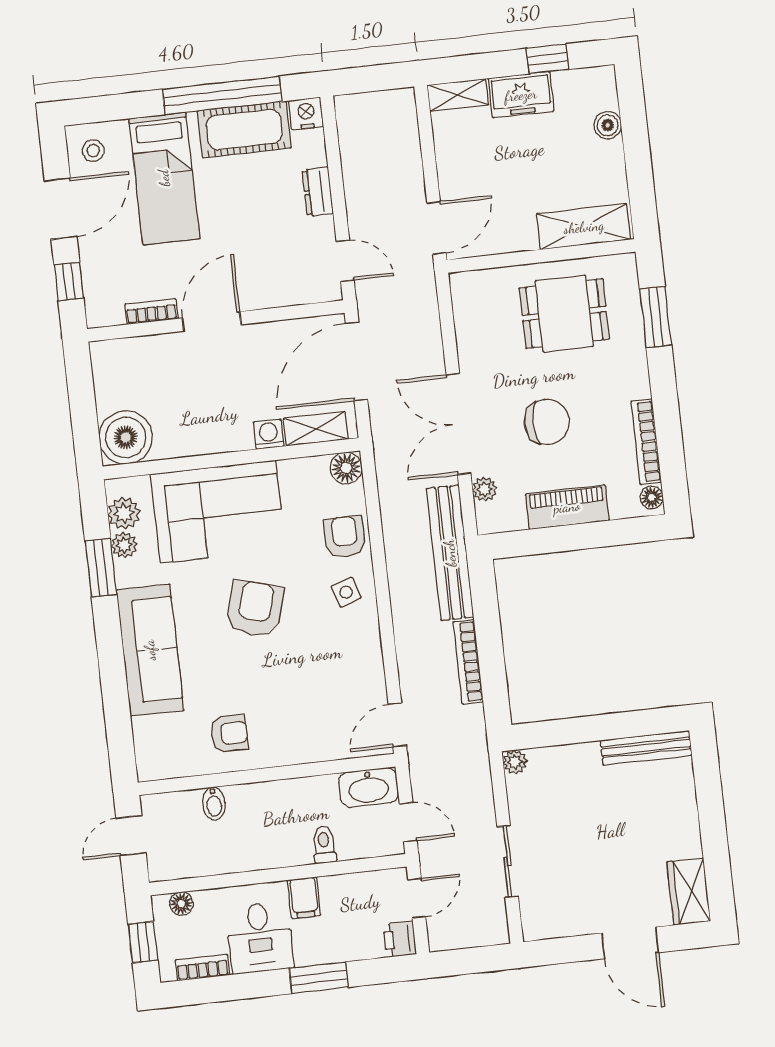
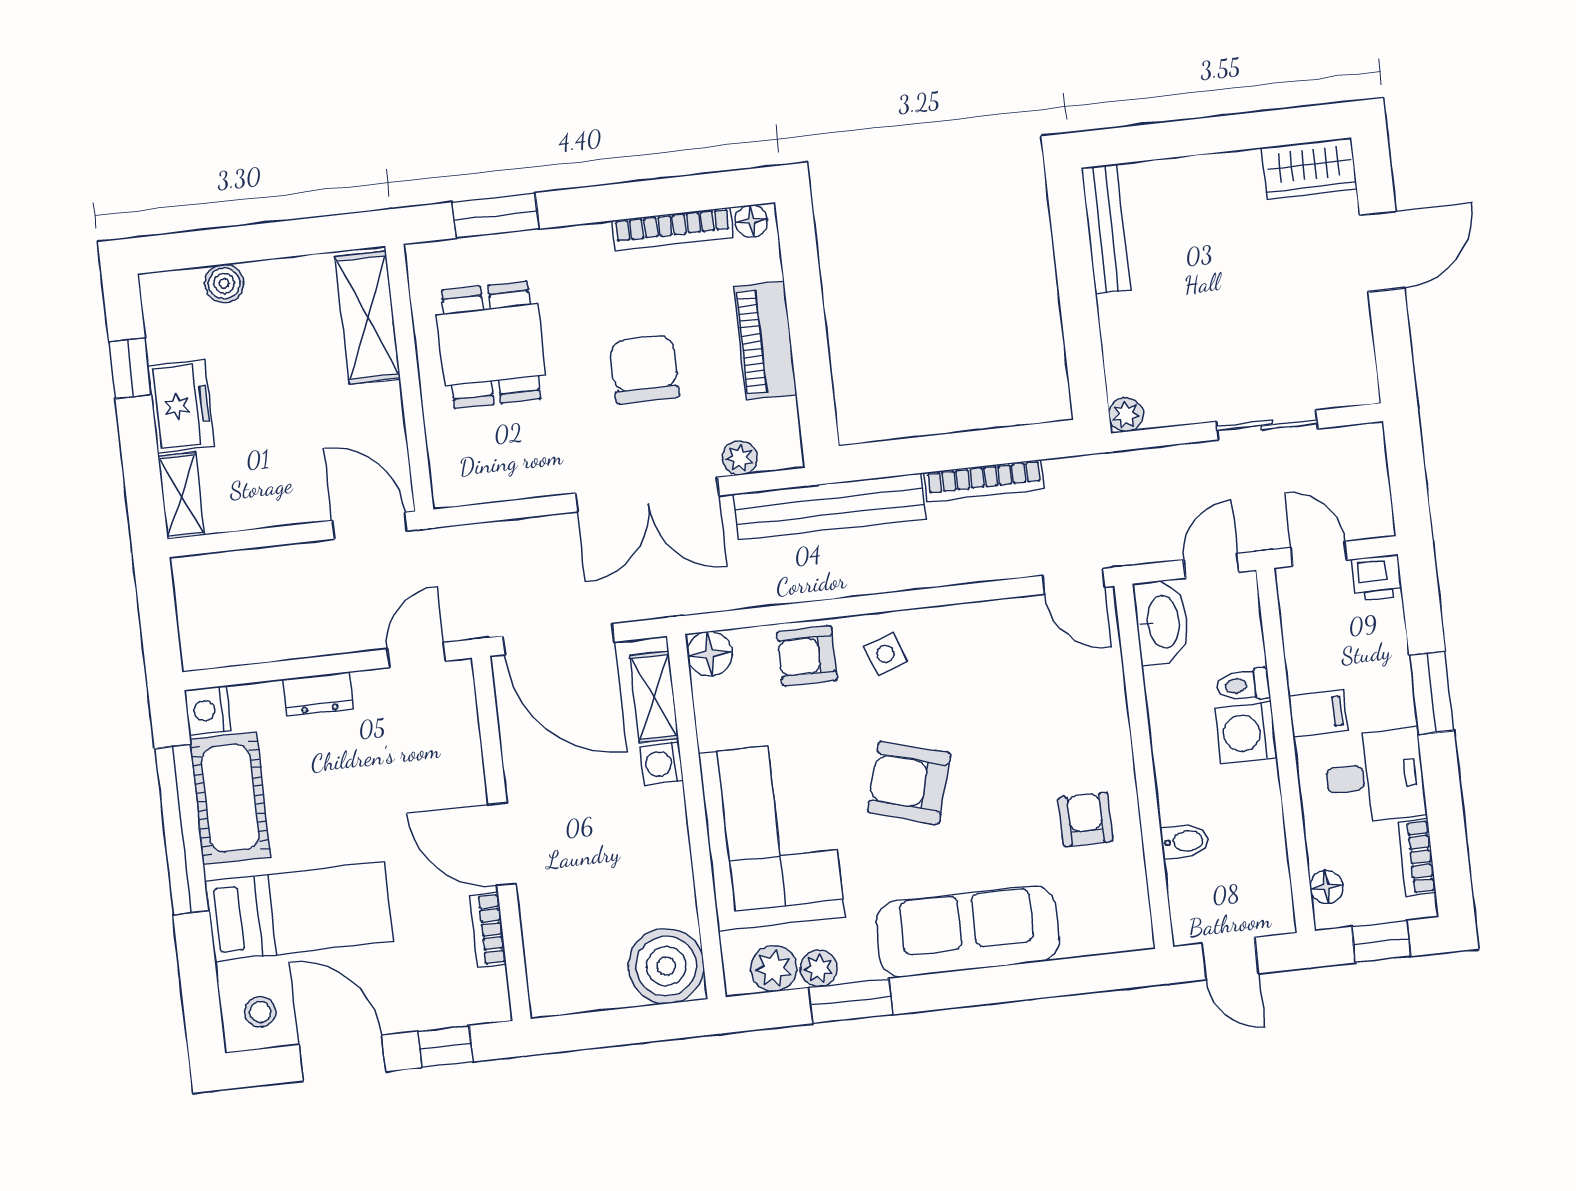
washing machine: (290, 847) -> (1246, 733), added

